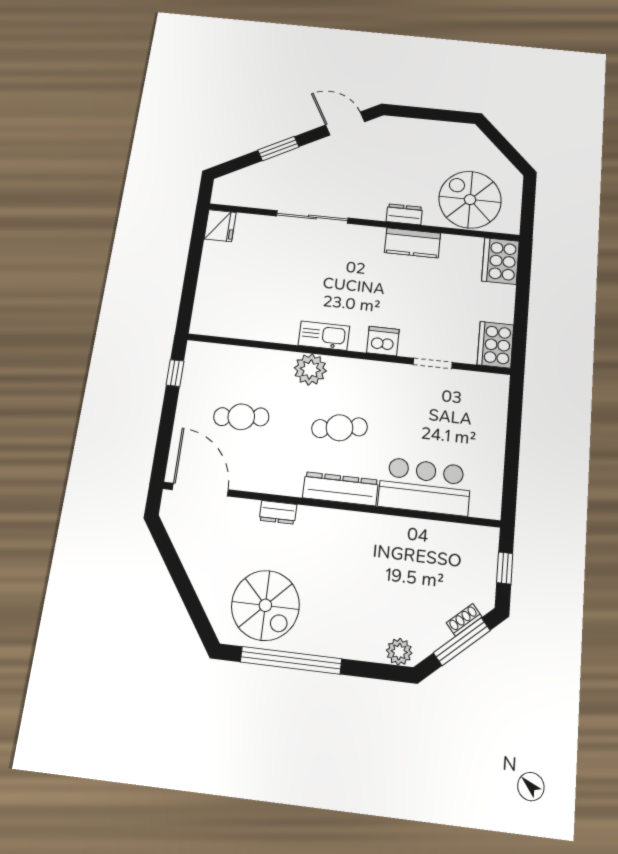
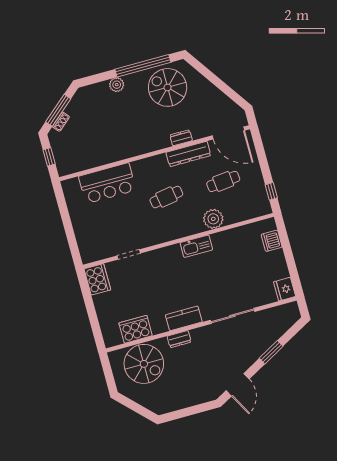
door: (345, 123) -> (238, 385), hinge flipped
kitchen counter: (412, 243) -> (184, 318), moved
cooker: (500, 261) -> (136, 329), moved, turned -90
dishwasher: (383, 341) -> (272, 241), moved, turned 90
plant: (310, 369) -> (213, 219), moved
dresser: (340, 489) -> (188, 154), moved
plant: (399, 652) -> (117, 85), moved

